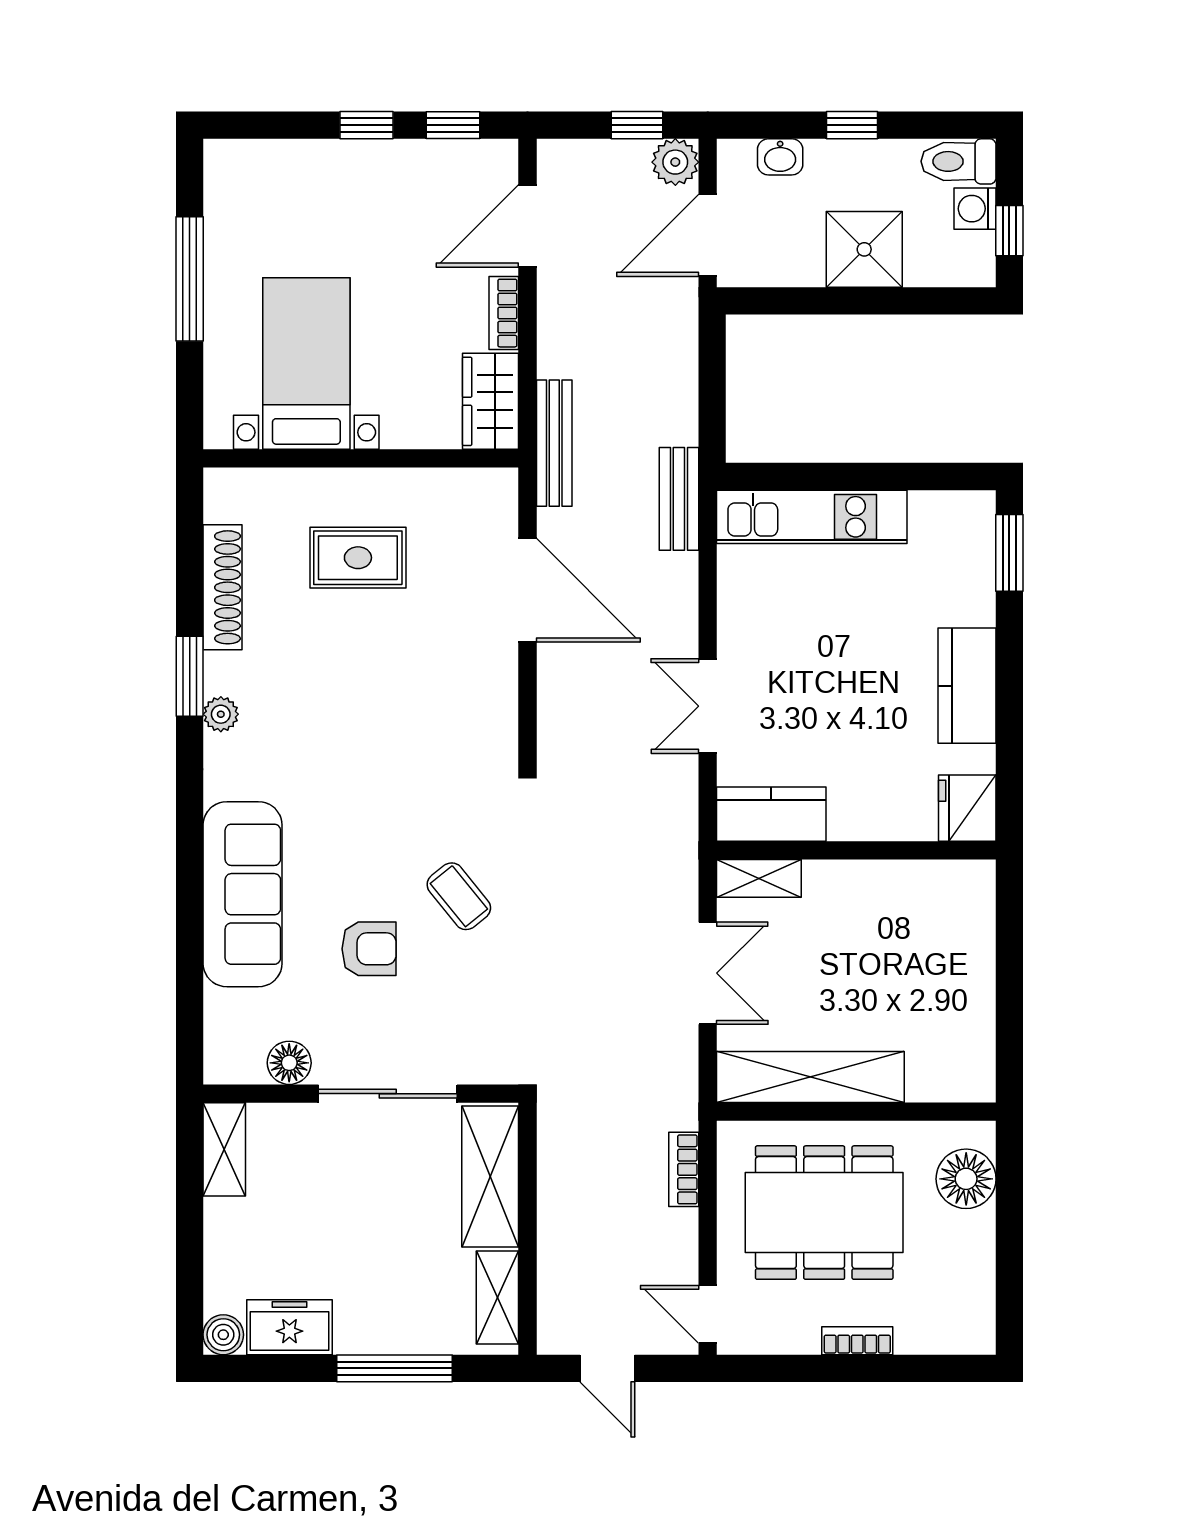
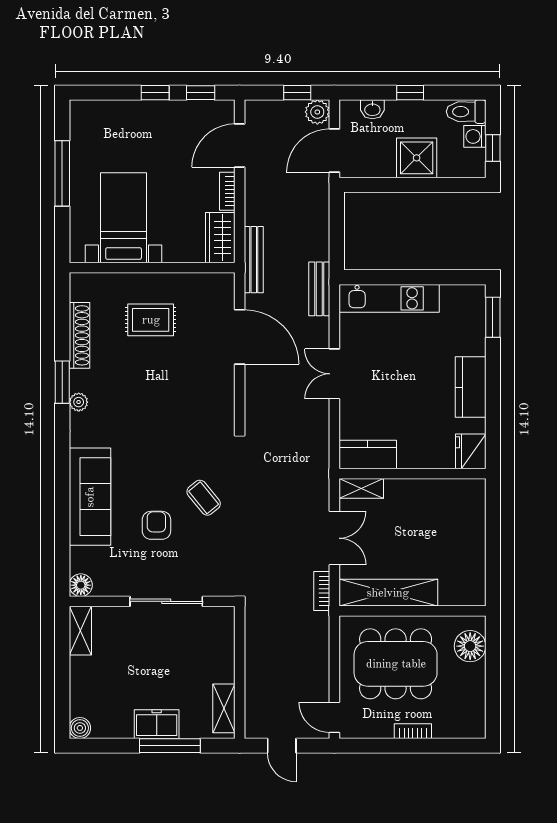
double door: (708, 706) -> (334, 374), moved
armchair: (369, 949) -> (156, 525), turned -90
floor lamp: (289, 1063) -> (81, 585), moved
bookcase: (684, 1169) -> (322, 591), moved
shelving: (490, 1177) -> (220, 645), removed
freezer: (289, 1327) -> (157, 724), moved

